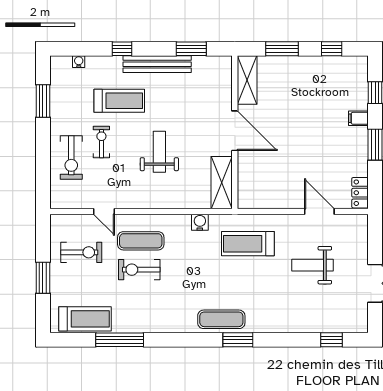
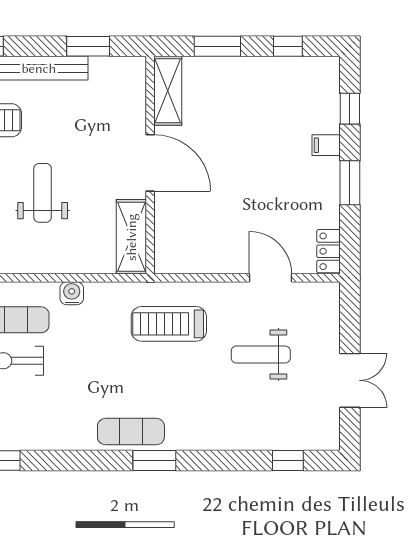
water cooler: (200, 222) -> (72, 293), moved

